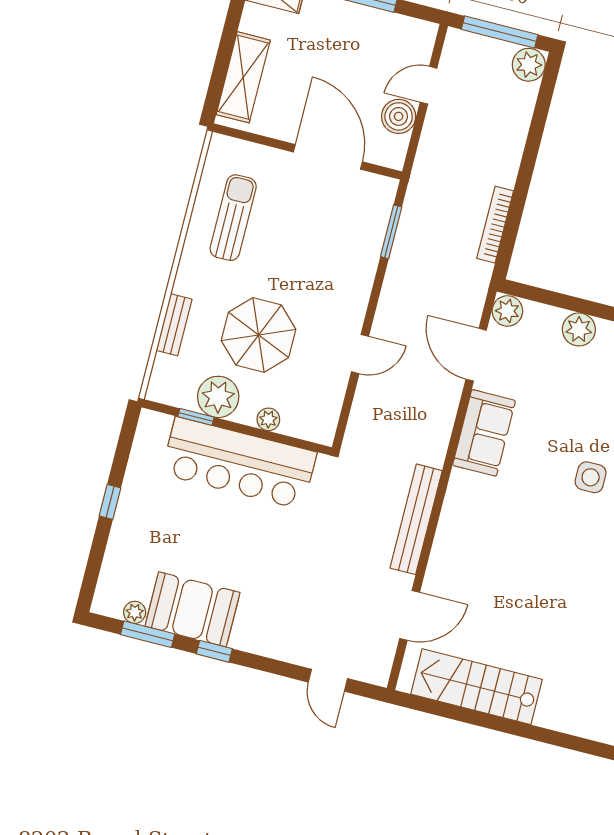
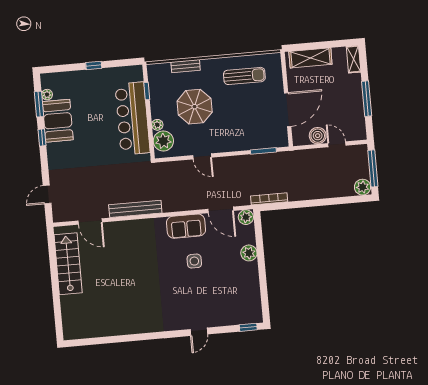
bookcase: (495, 225) -> (269, 199), moved
door: (476, 355) -> (221, 210), swing flipped
plant: (218, 397) -> (163, 141), moved
side table: (591, 477) -> (194, 261), moved

